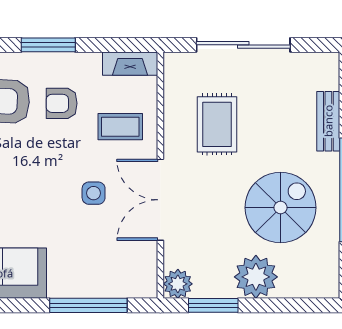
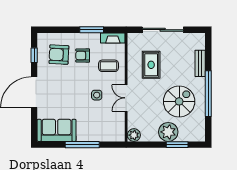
window: (48, 45) -> (92, 30), moved
double door: (160, 200) -> (126, 98), width x0.73
window: (88, 305) -> (82, 145), moved
window: (213, 305) -> (177, 145), moved

